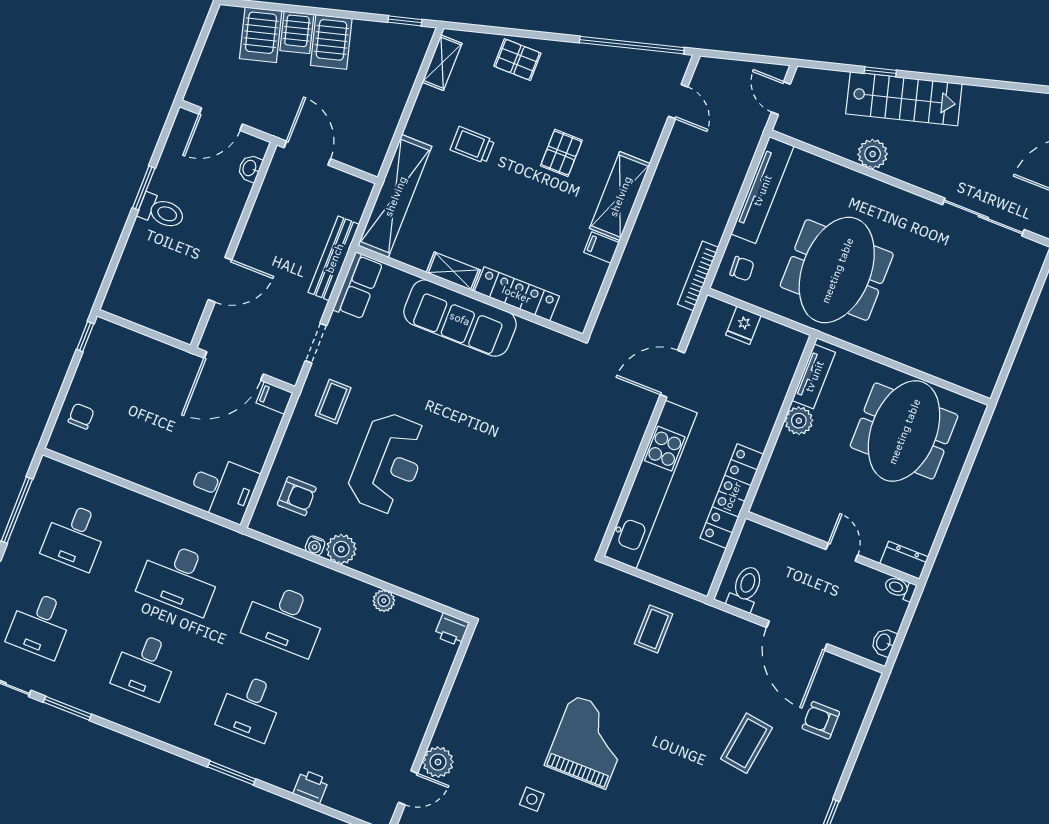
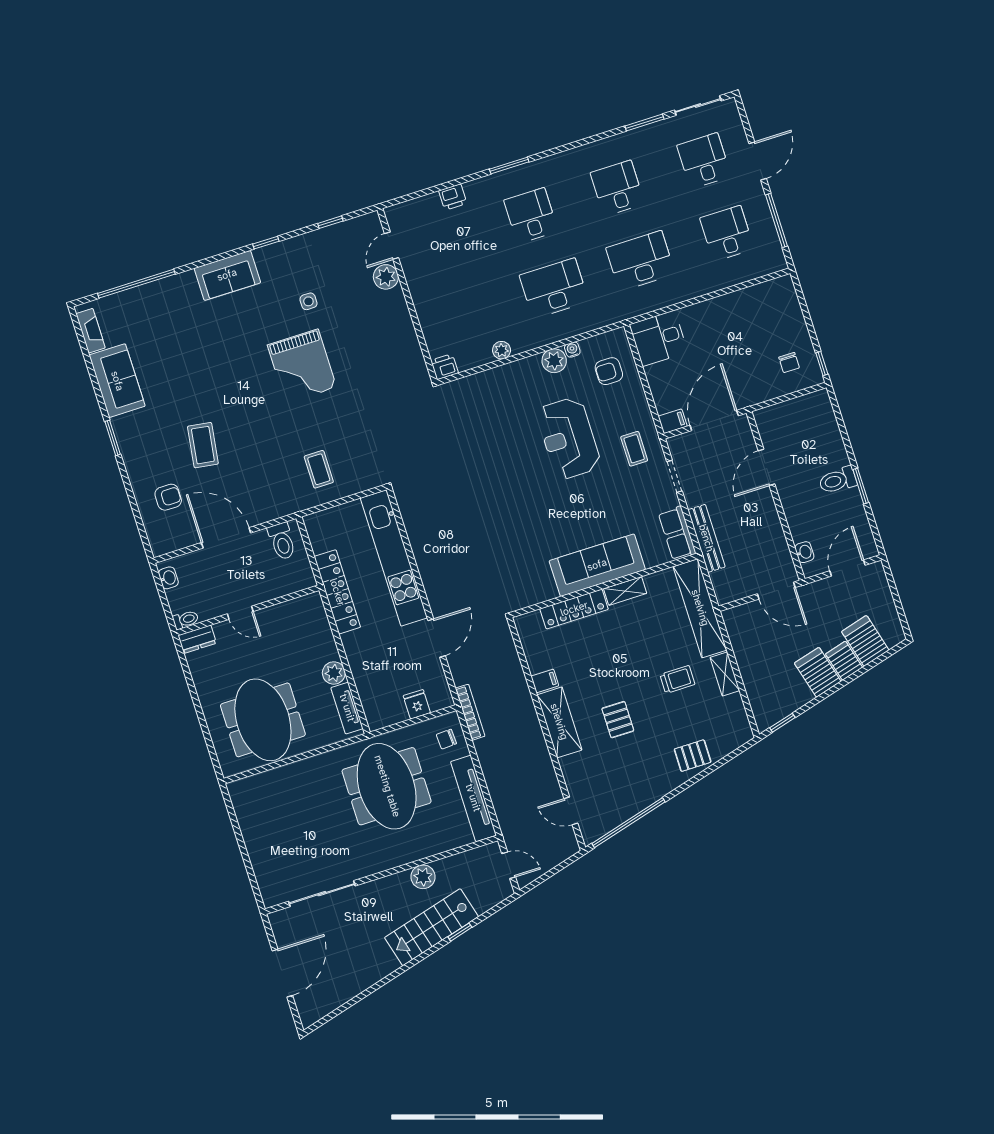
shelving: (442, 63) -> (725, 674), moved
chair: (81, 416) -> (789, 363), moved

